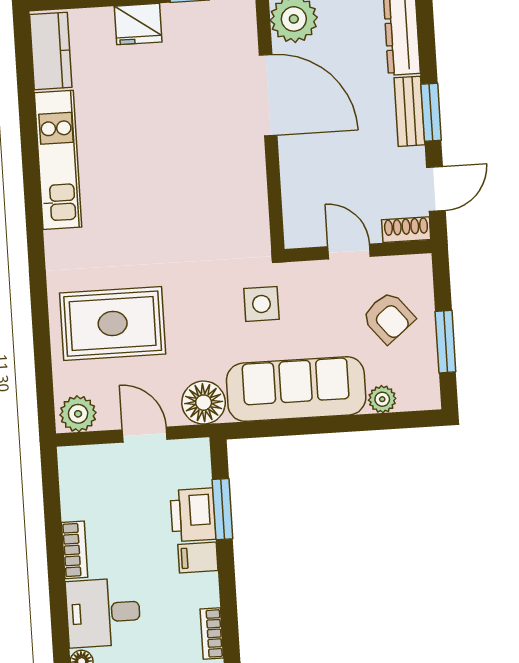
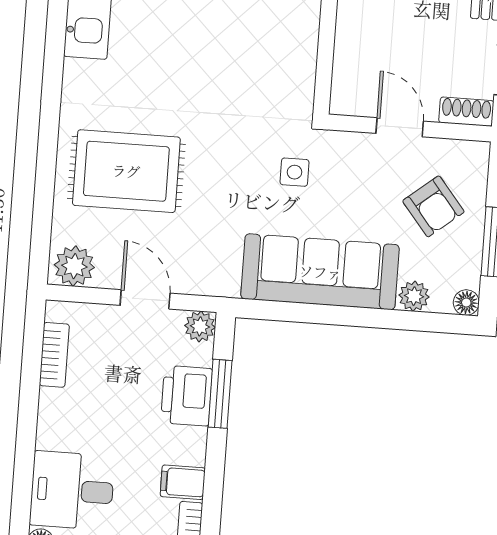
side table: (261, 304) -> (294, 172), width x0.73, depth x0.73
floor lamp: (204, 403) -> (466, 303), moved, width x0.53, depth x0.53
plant: (197, 452) -> (200, 326), added
bookcase: (75, 550) -> (54, 355), moved
filing cabinet: (198, 558) -> (183, 482), moved

